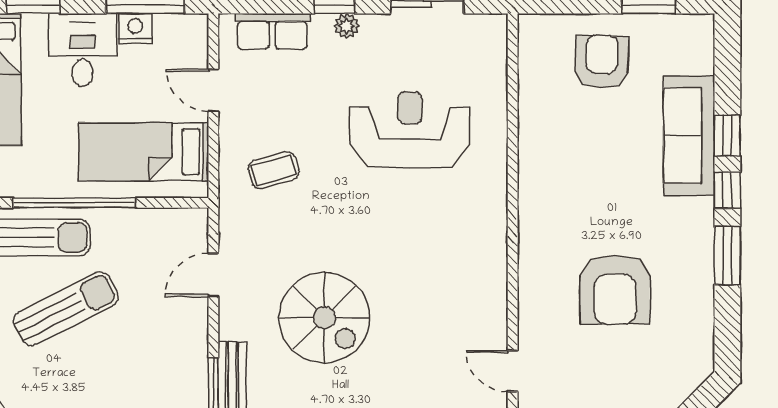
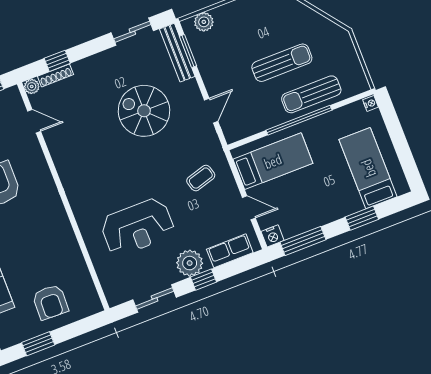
plant: (347, 26) -> (190, 263), width x1.88, depth x1.88
nightstand: (135, 28) -> (273, 236), moved
desk: (82, 50) -> (326, 202), removed
sun lounger: (66, 309) -> (282, 63), turned -153

